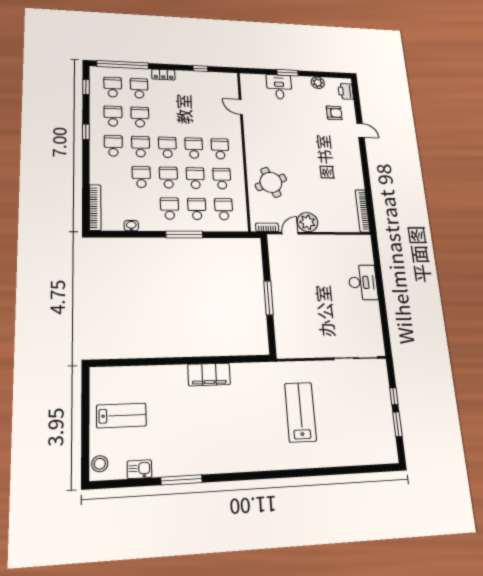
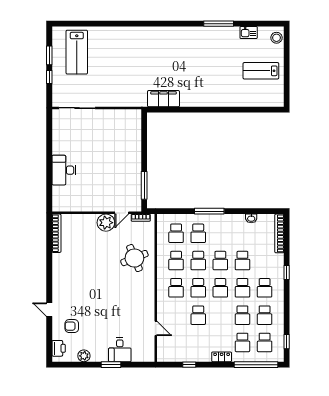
window: (86, 132) -> (287, 273), moved
school desk: (170, 209) -> (198, 315), moved
window: (269, 298) -> (144, 185), moved
filing cabinet: (209, 374) -> (163, 99), moved
lab bench: (300, 412) -> (77, 52), moved

